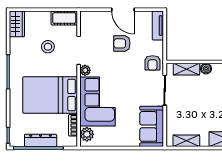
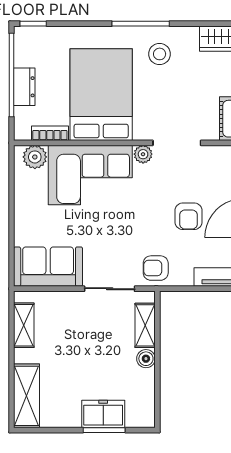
armchair: (122, 43) -> (188, 216), turned 180
stool: (48, 47) -> (160, 54), moved
dresser: (41, 140) -> (24, 87), width x0.70

